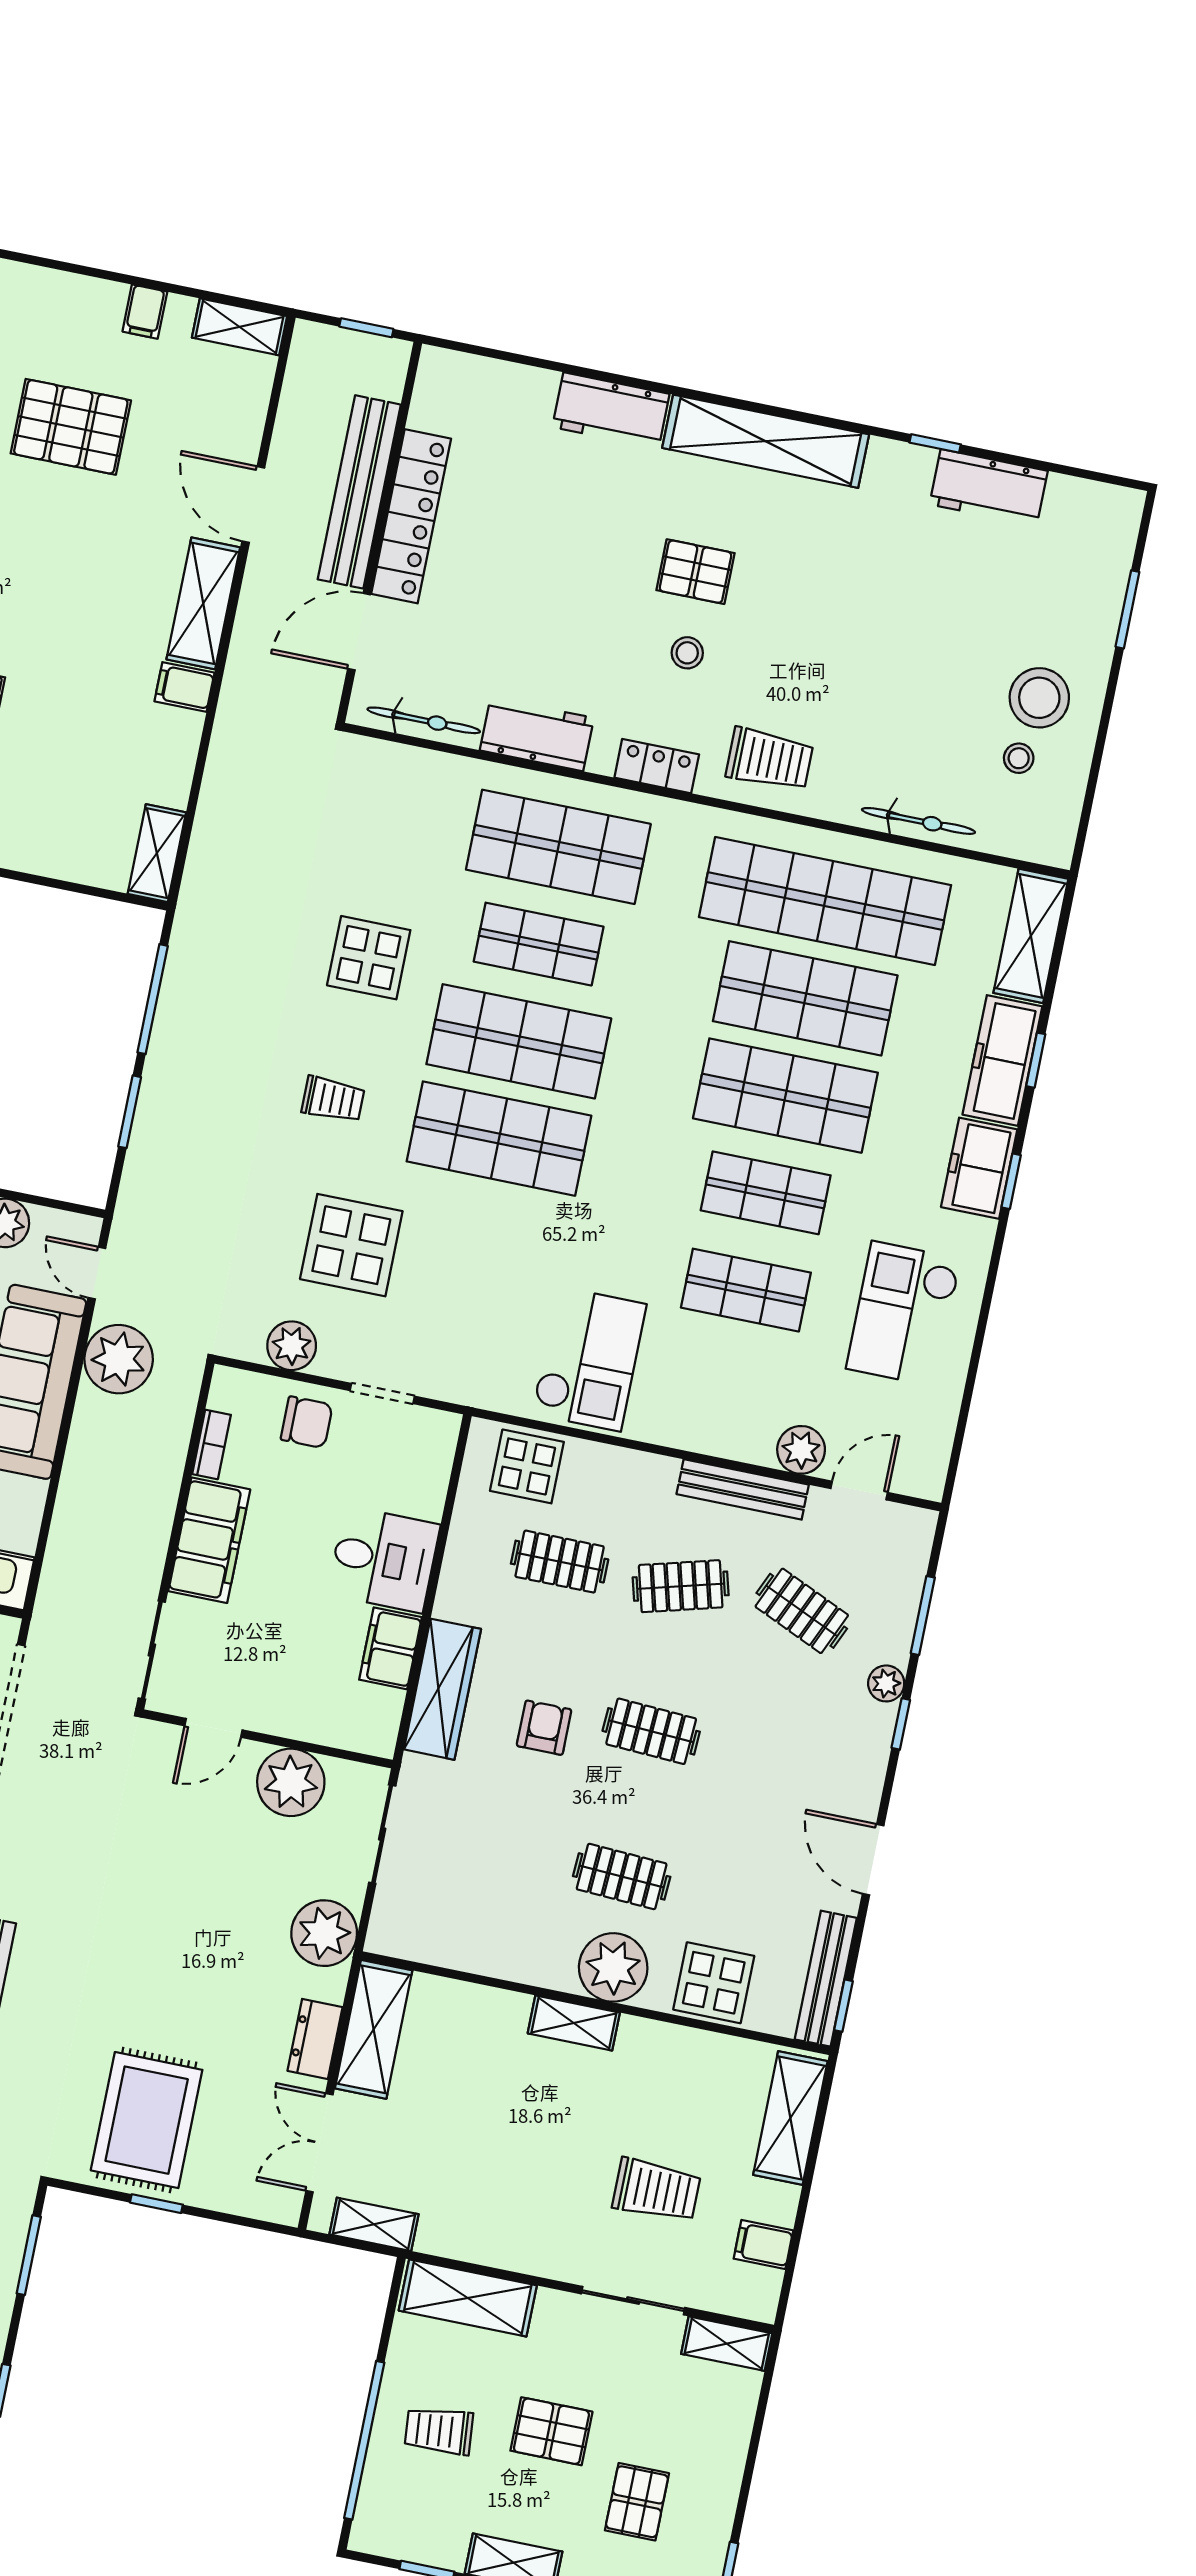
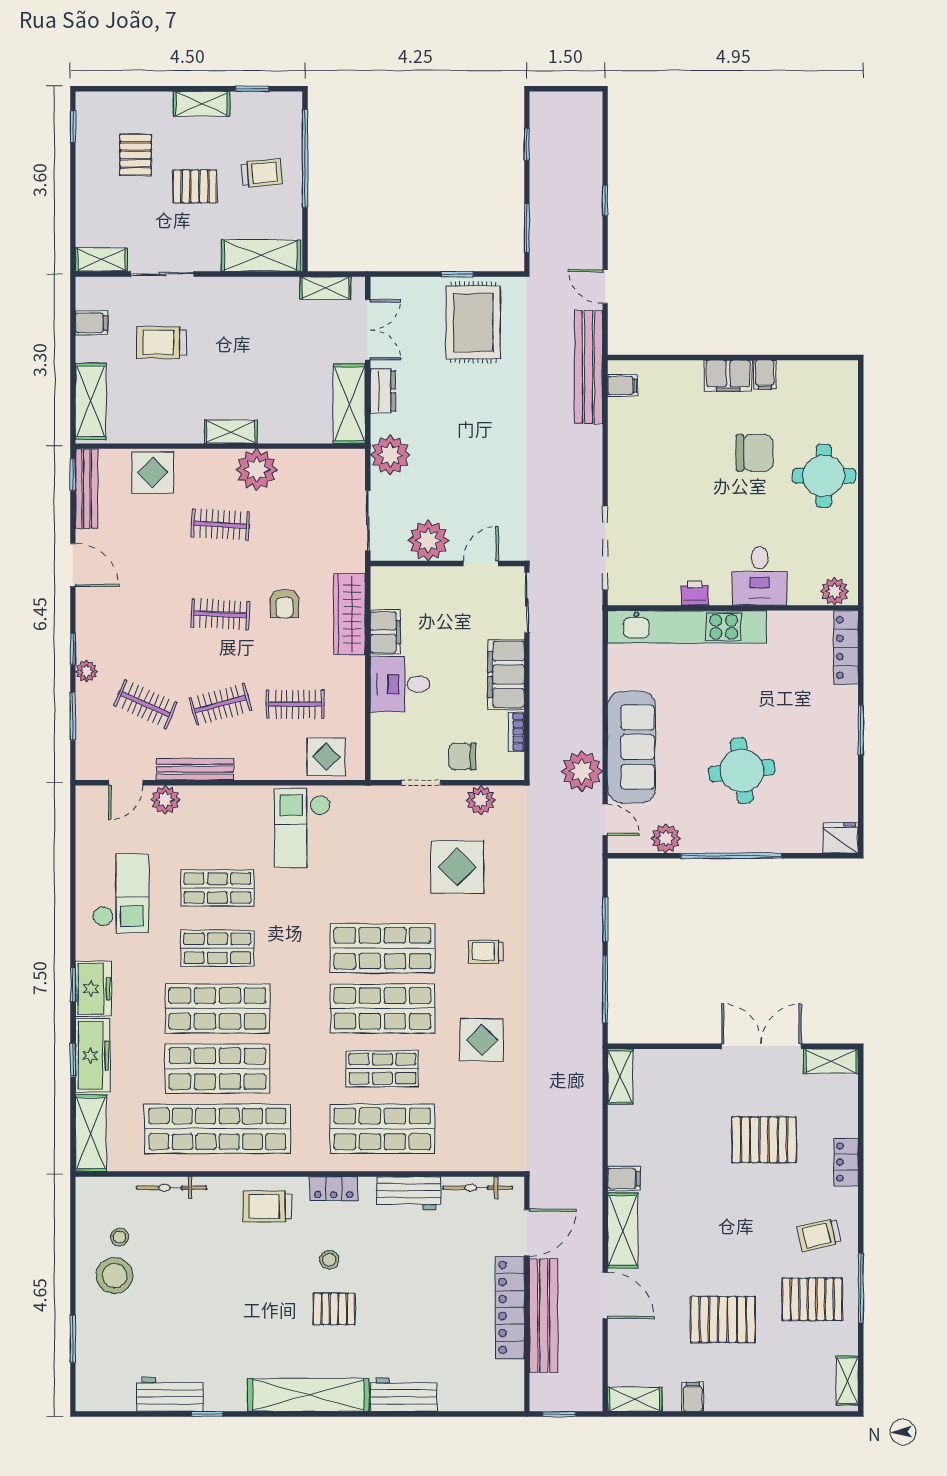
plant: (613, 1967) -> (257, 469), moved

